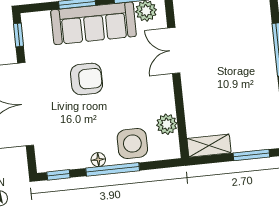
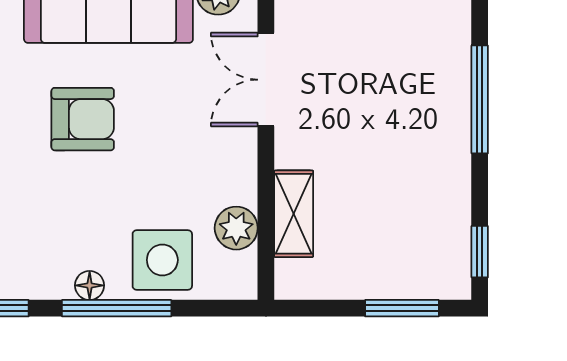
shelving: (209, 146) -> (294, 214), moved, turned 90

